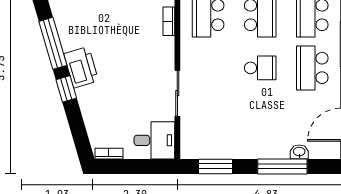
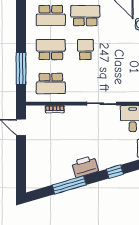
school desk: (312, 68) -> (85, 16), turned 180
window: (66, 89) -> (115, 172), moved

